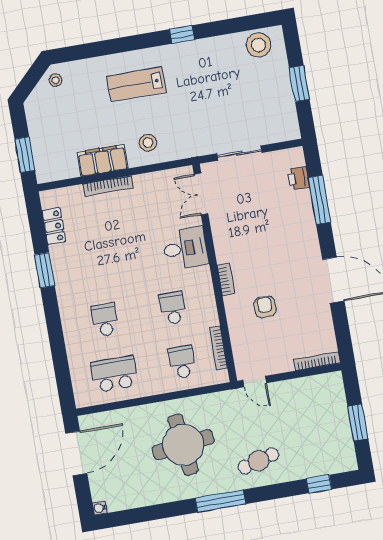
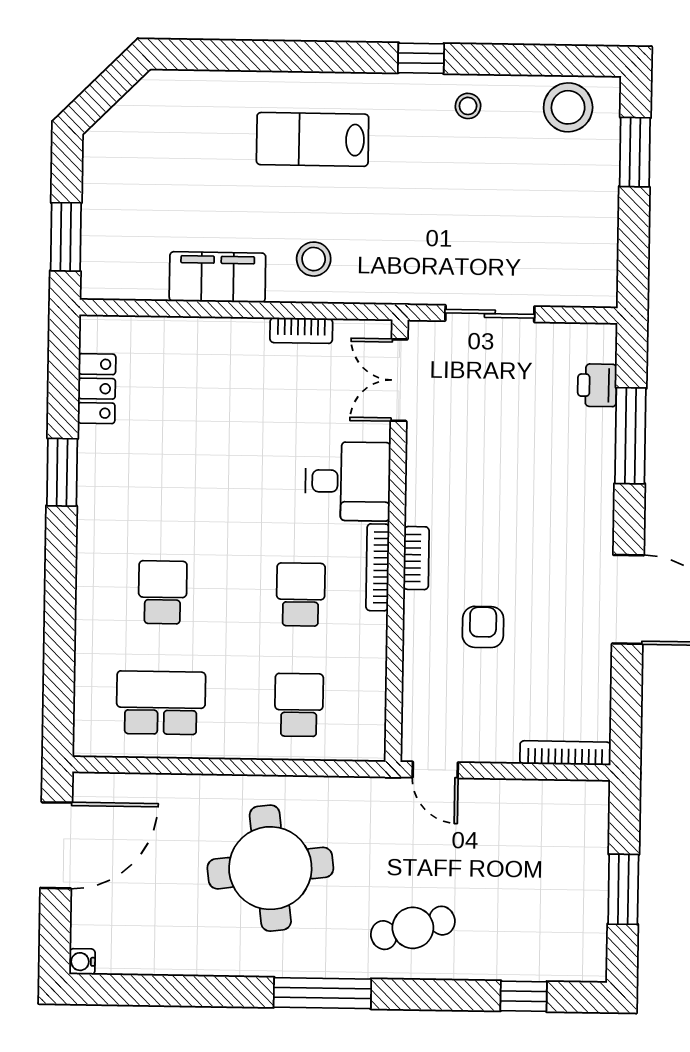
stool: (56, 80) -> (468, 106), moved
window: (299, 83) -> (635, 152), moved
bookcase: (108, 186) -> (301, 331), moved, width x0.64
bookcase: (218, 348) -> (378, 567), moved

